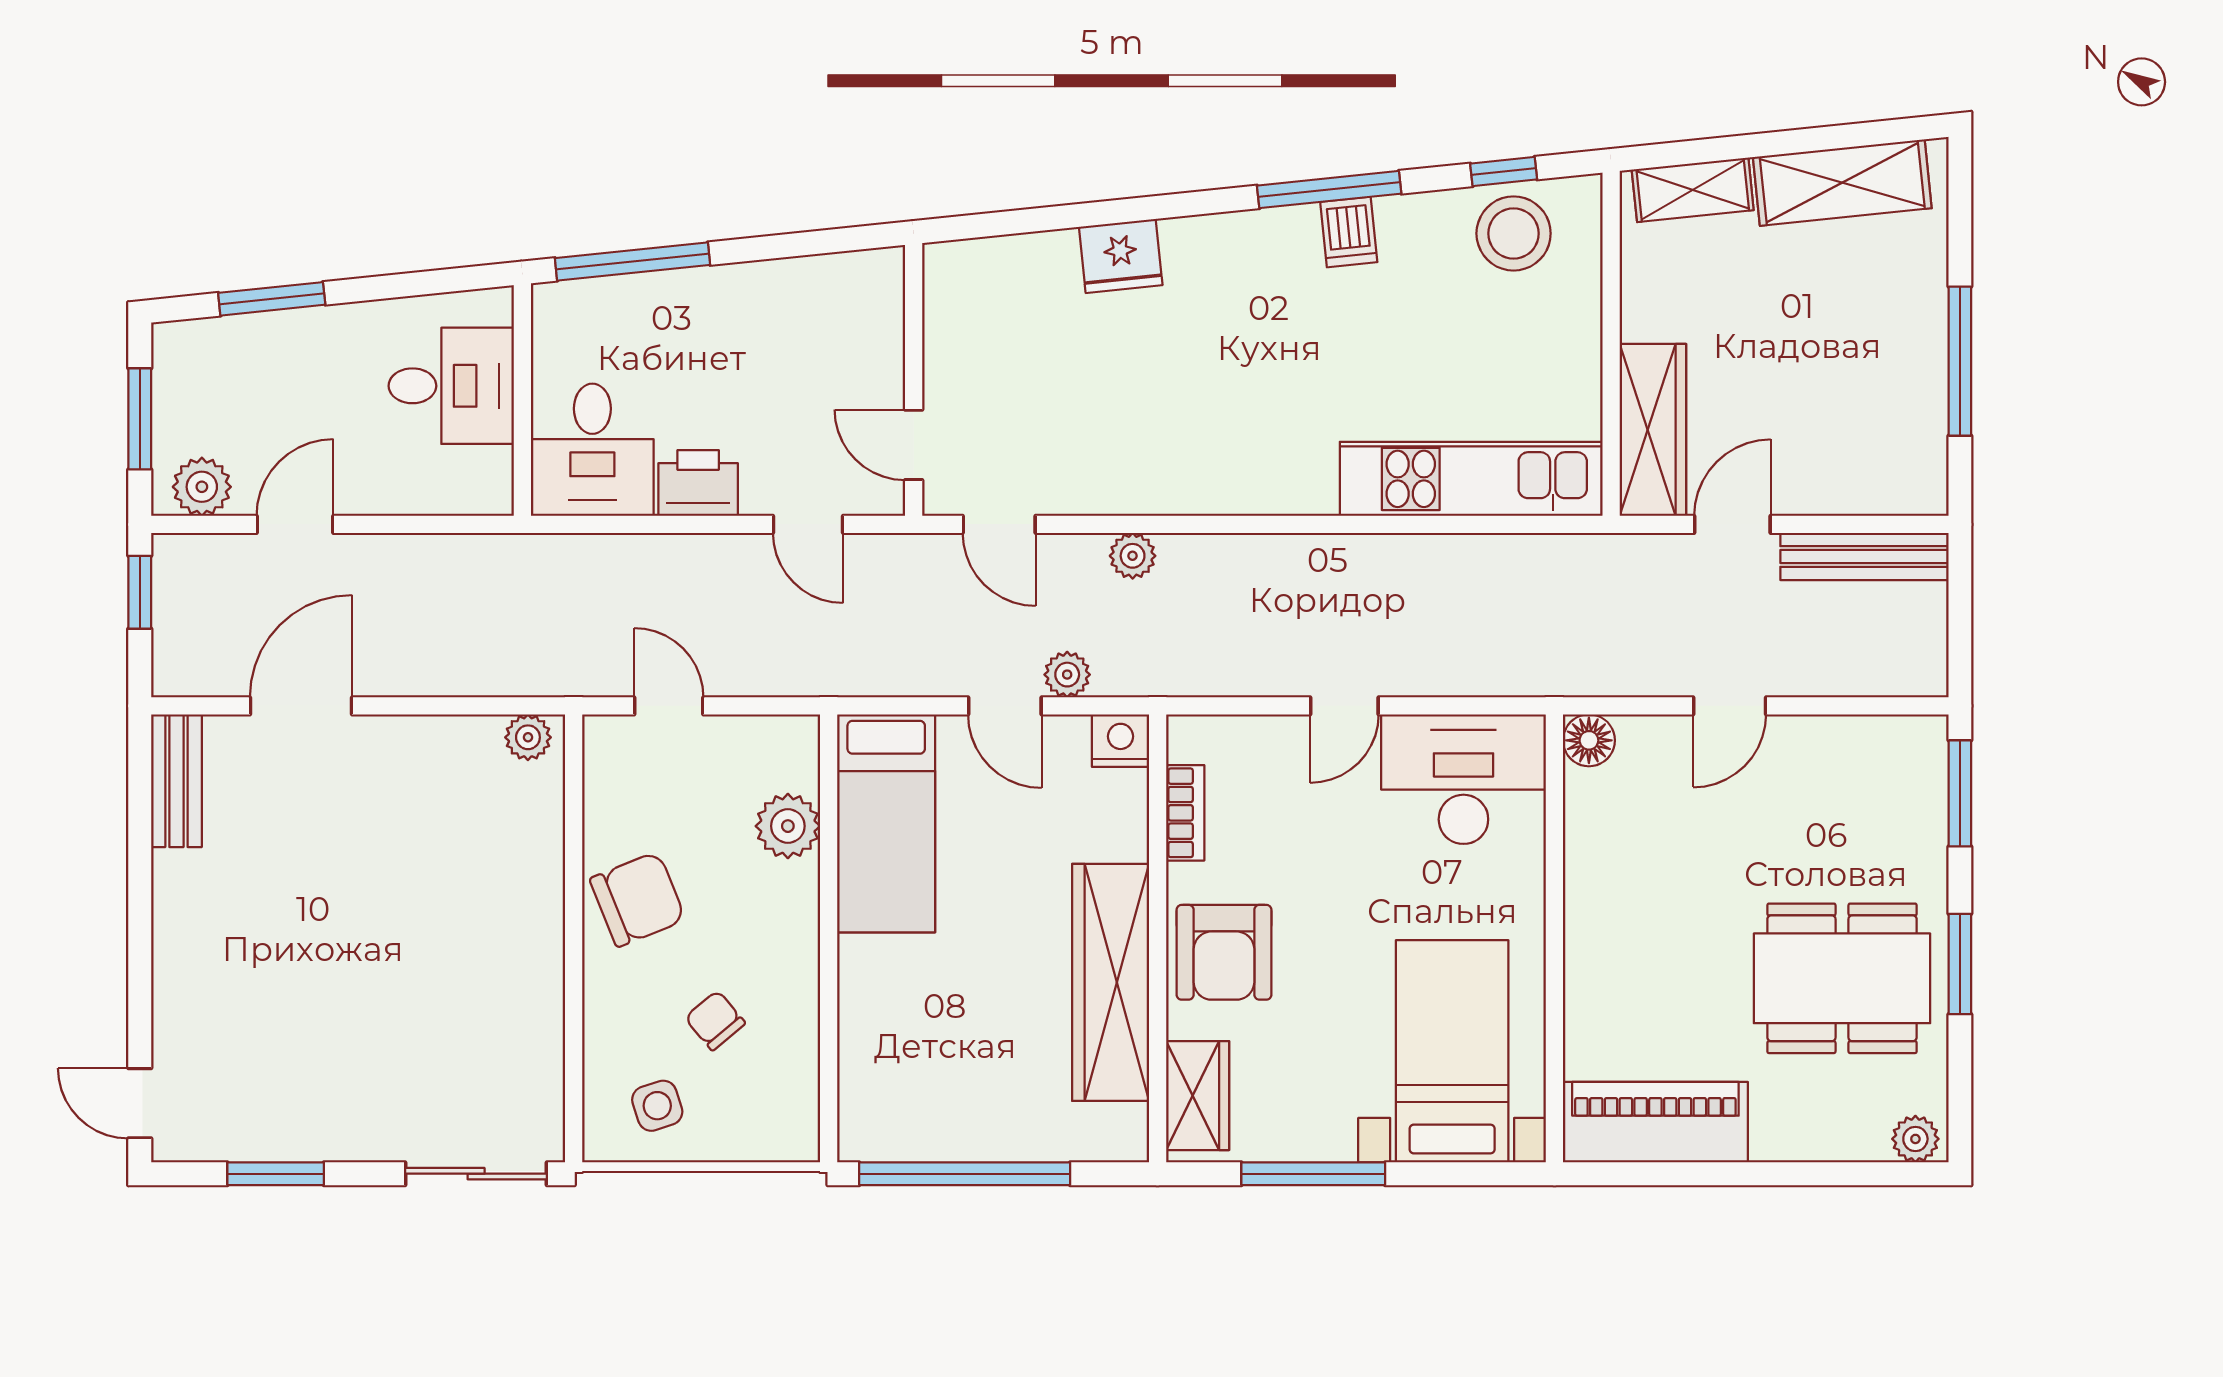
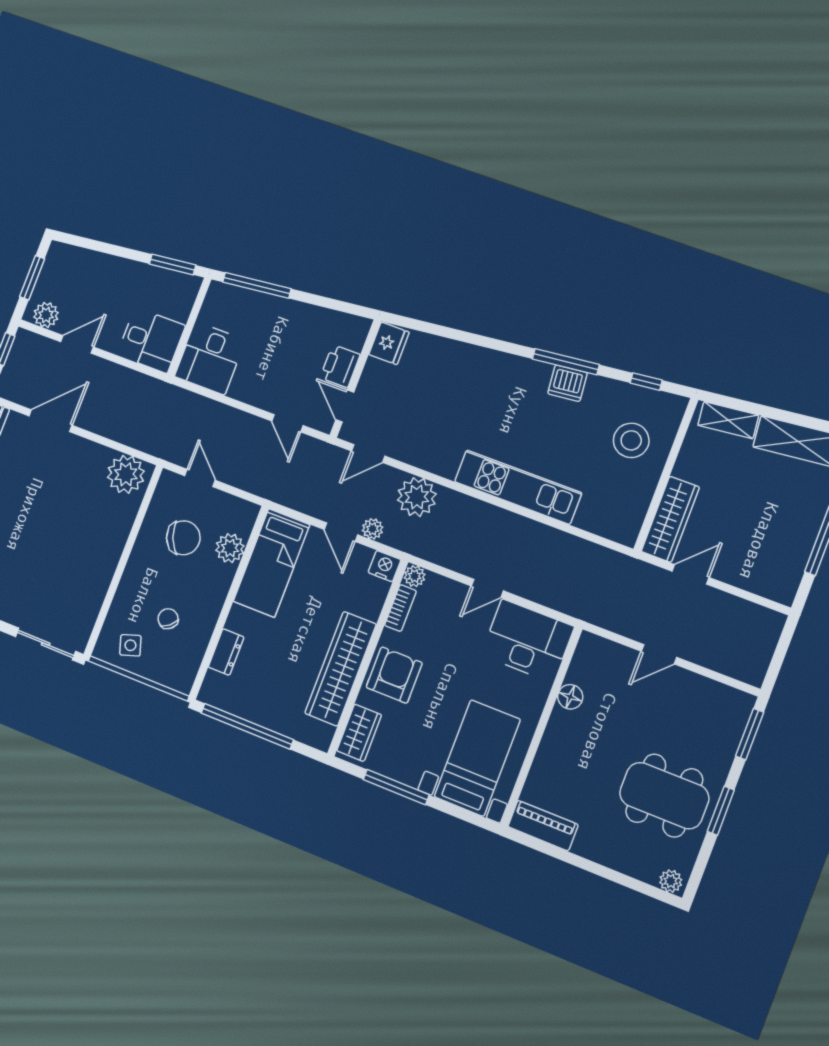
dishwasher: (1349, 232) -> (567, 383), width x1.38
stool: (1514, 233) -> (631, 440), moved
fridge: (1121, 256) -> (389, 343), moved, turned -84
window: (272, 299) -> (173, 265), moved
desk: (451, 386) -> (151, 340), moved
kitchen unit: (1471, 479) -> (518, 487), moved
printer: (698, 483) -> (340, 366), moved, turned -90
door: (999, 524) -> (368, 454), hinge flipped
plant: (1133, 556) -> (417, 497), width x1.87, depth x1.87
bench: (1864, 556) -> (745, 611), removed
plant: (528, 737) -> (126, 474), width x1.87, depth x1.87
plant: (1189, 737) -> (415, 576), added
floor lamp: (1589, 740) -> (570, 697), moved
chair: (638, 899) -> (183, 538), moved
armchair: (1224, 952) -> (394, 675), turned 180
dresser: (863, 1041) -> (226, 652), added
piano: (1655, 1122) -> (543, 826), width x0.73, depth x0.75

